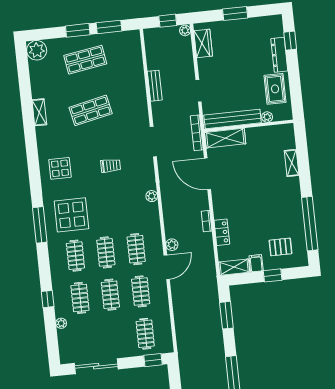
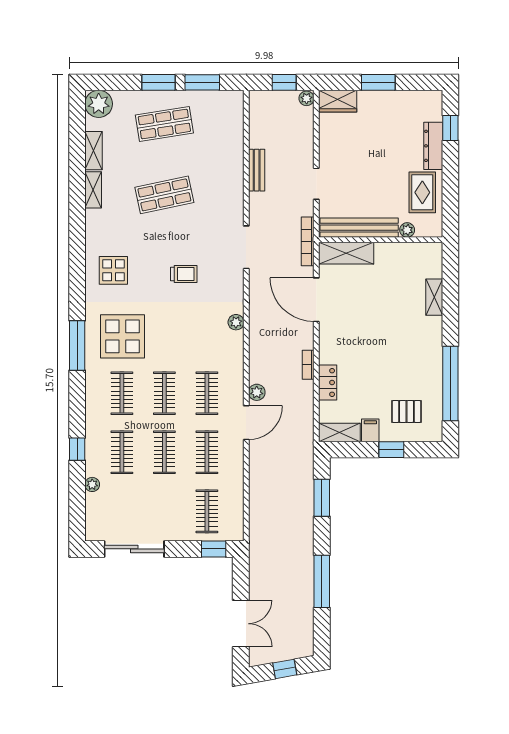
wardrobe: (203, 43) -> (338, 101), moved, turned 90
shelving: (37, 84) -> (94, 151), added

